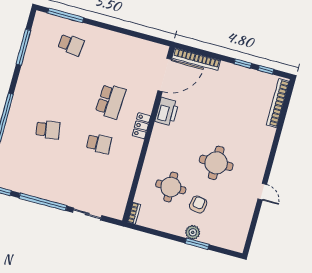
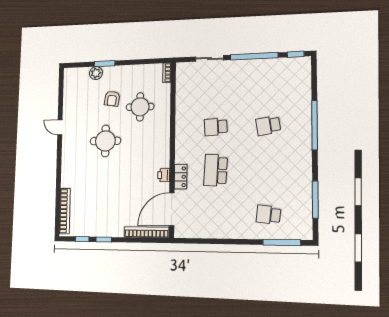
printer: (167, 112) -> (164, 175), width x0.53, depth x0.68
locker: (141, 126) -> (181, 177), moved
plant: (193, 232) -> (96, 73), moved

